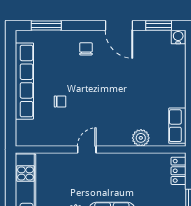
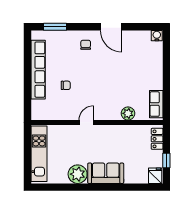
window: (159, 26) -> (142, 27), removed

